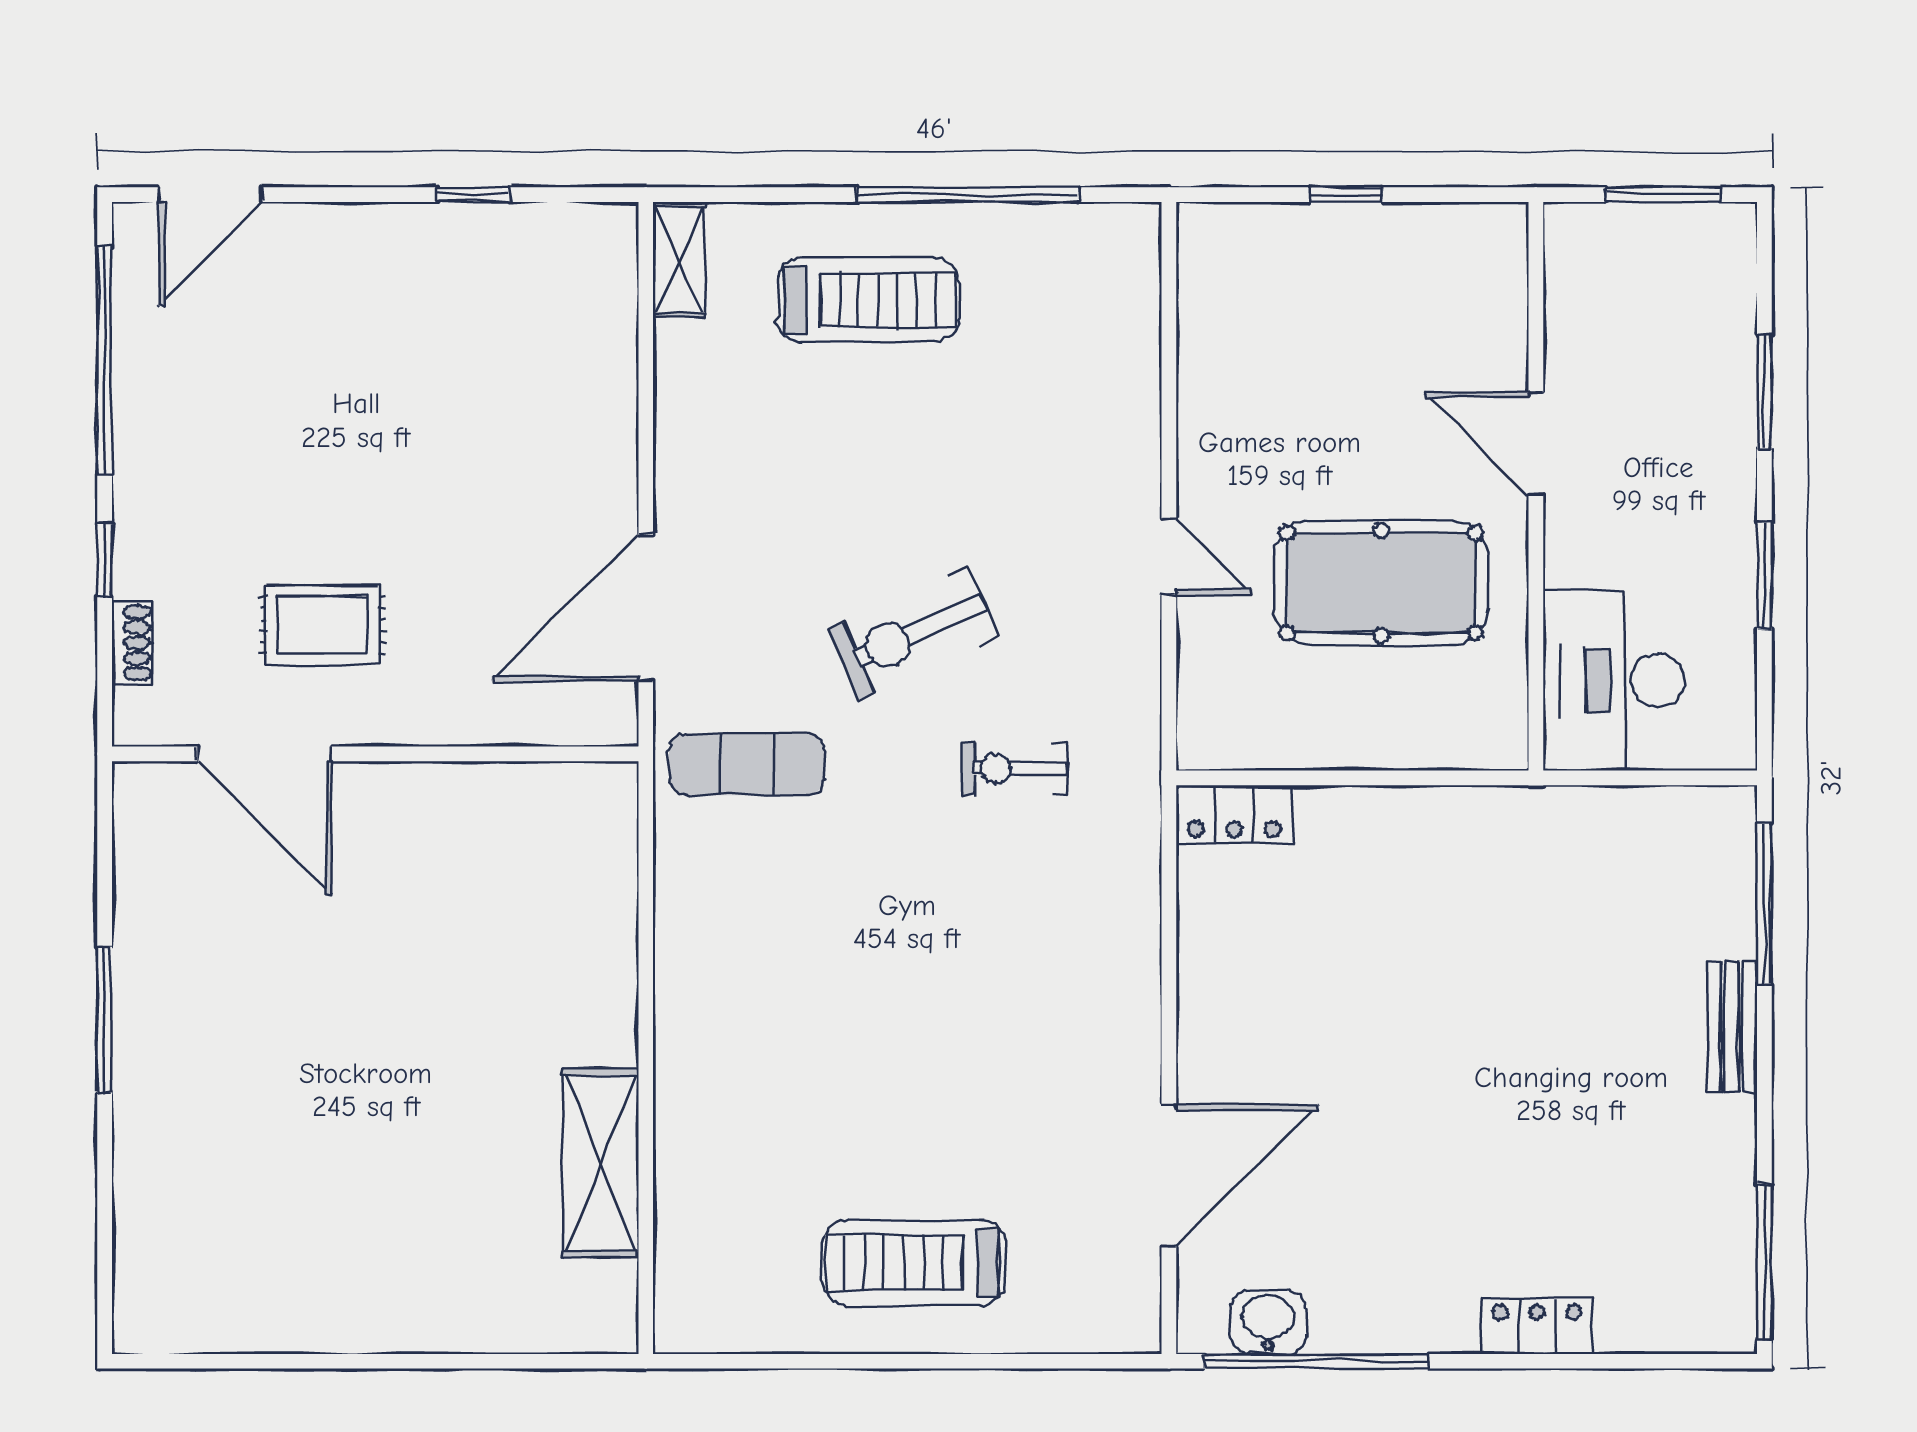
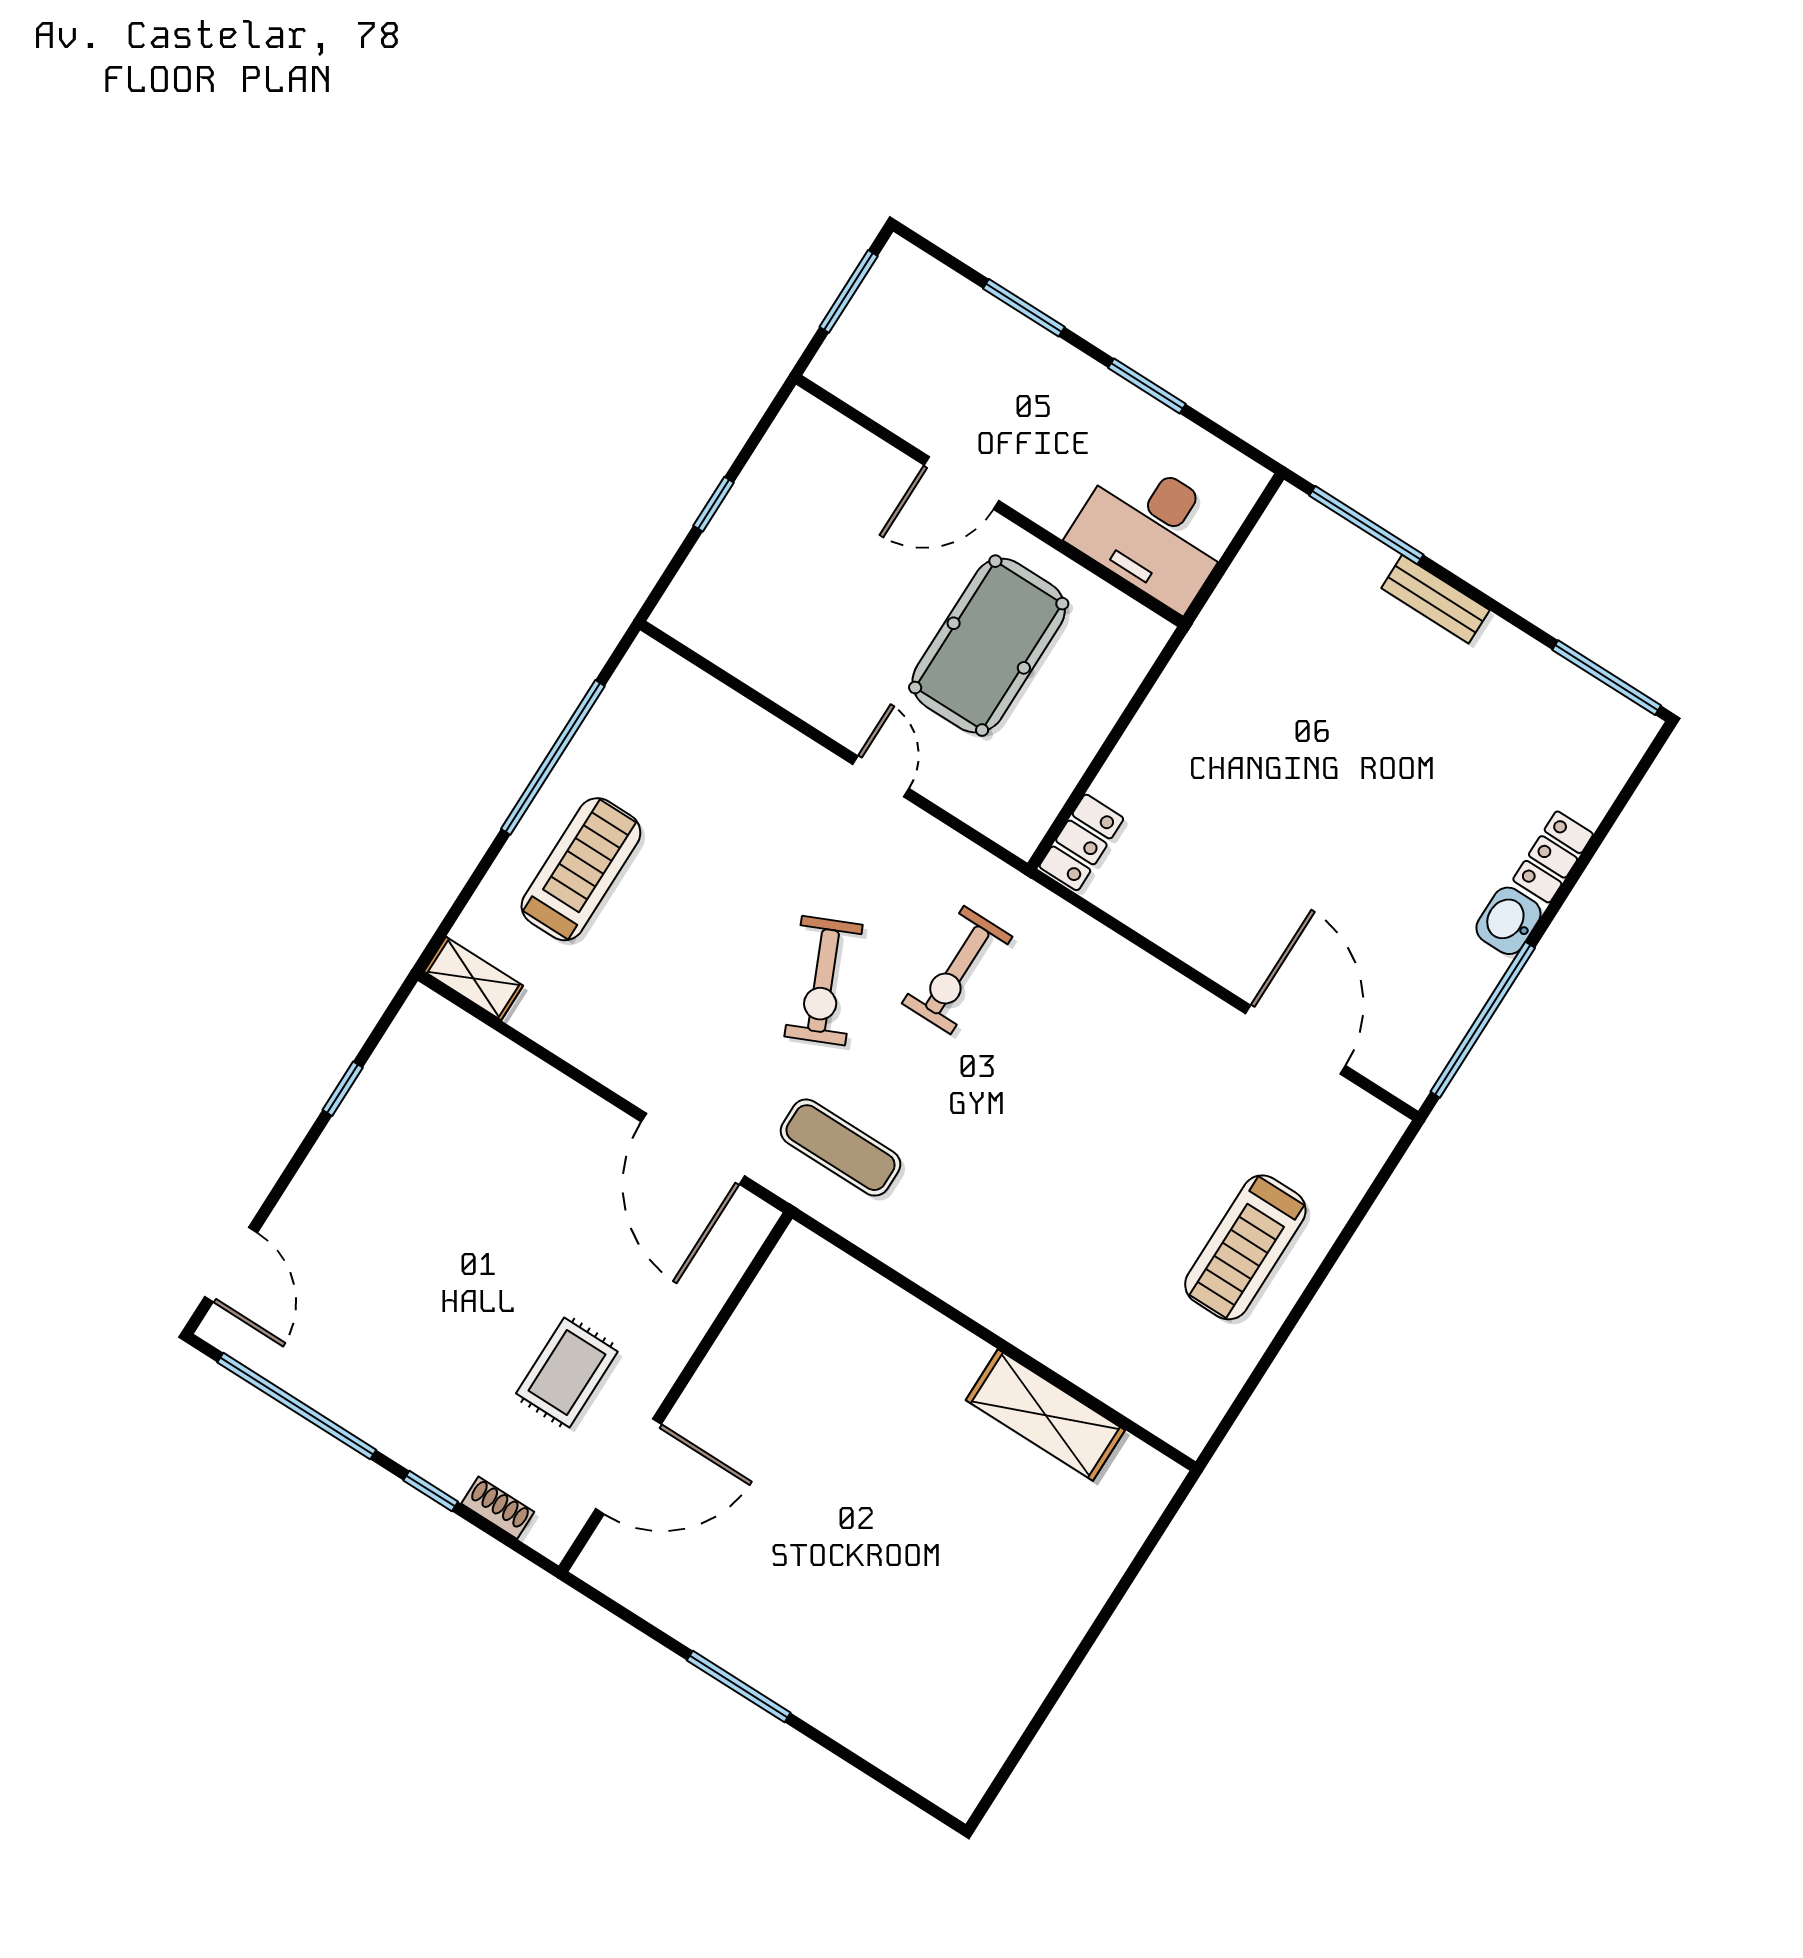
door: (1169, 556) -> (881, 776), hinge flipped
exercise mat: (747, 764) -> (841, 1148), turned 90
exercise bike: (1015, 768) -> (957, 970), width x1.38, depth x1.39
washbasin: (1268, 1322) -> (1508, 921), moved

